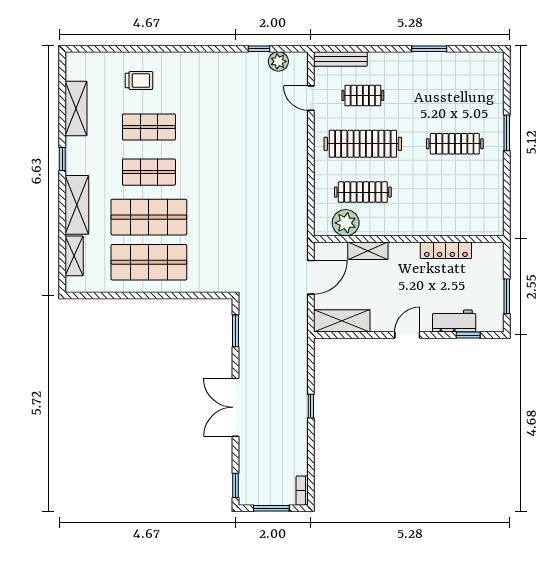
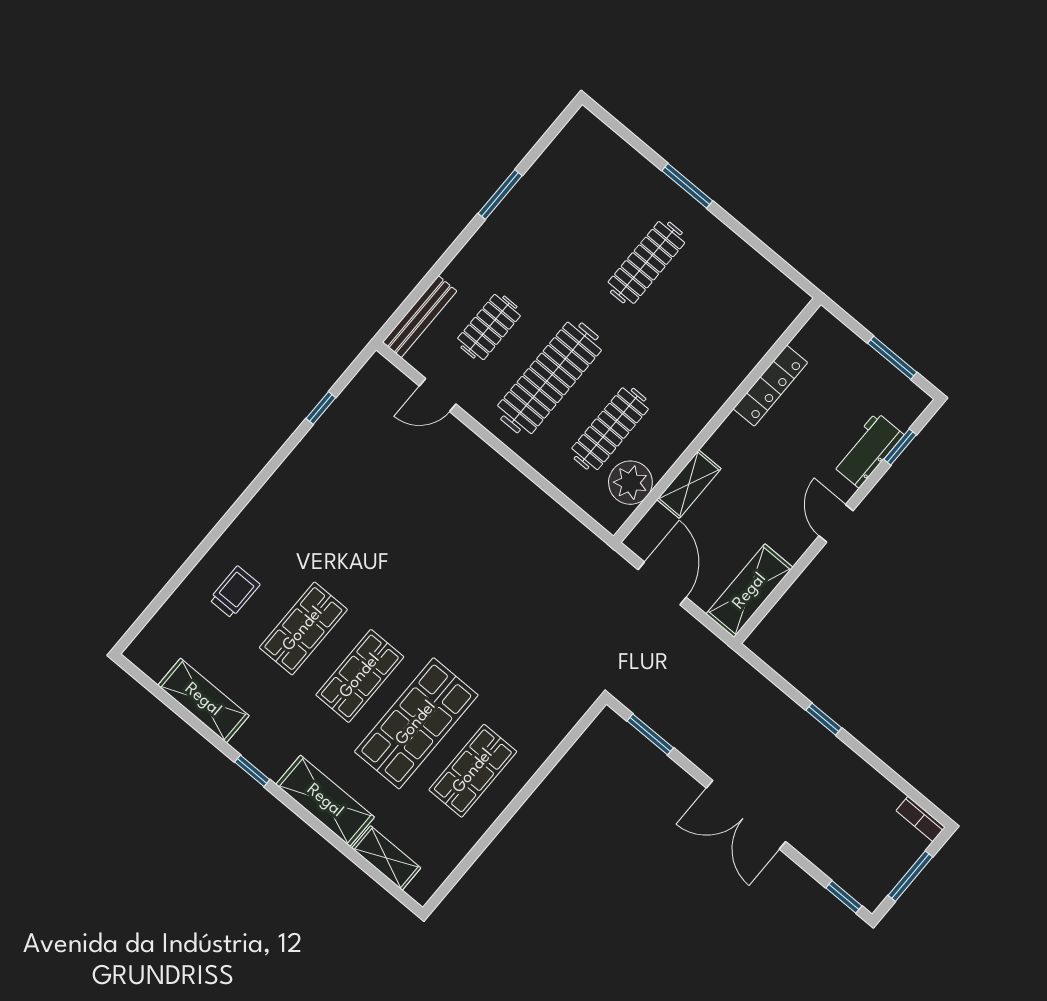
plant: (278, 61) -> (357, 397), removed
shop shelf: (149, 262) -> (473, 771), width x0.70, depth x0.74

